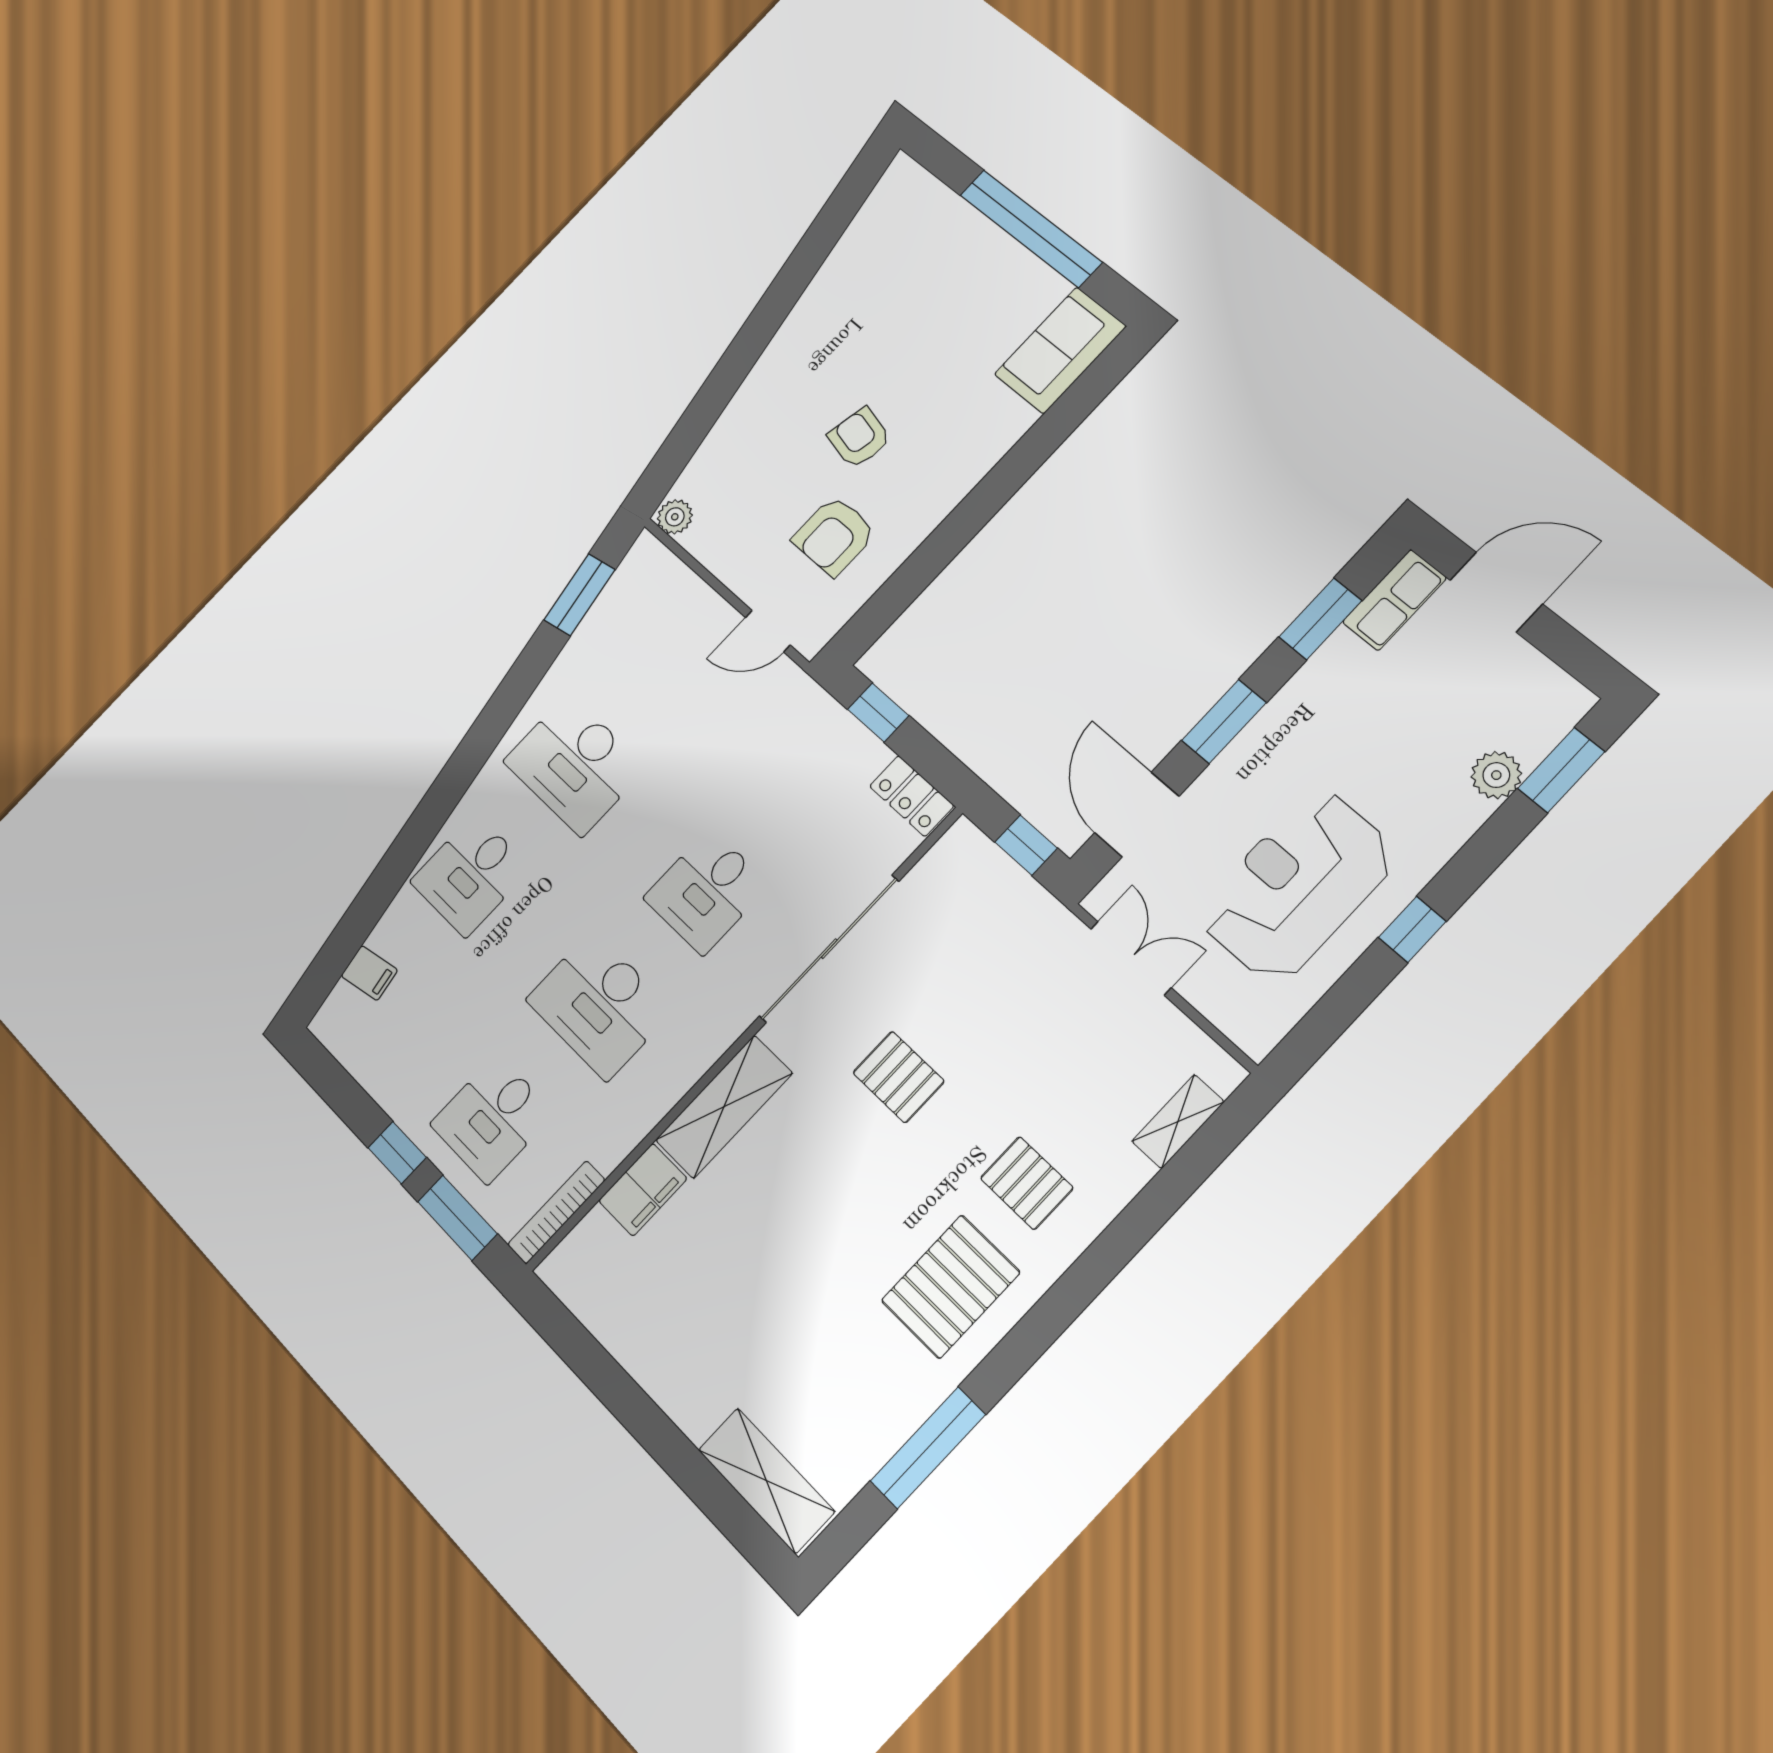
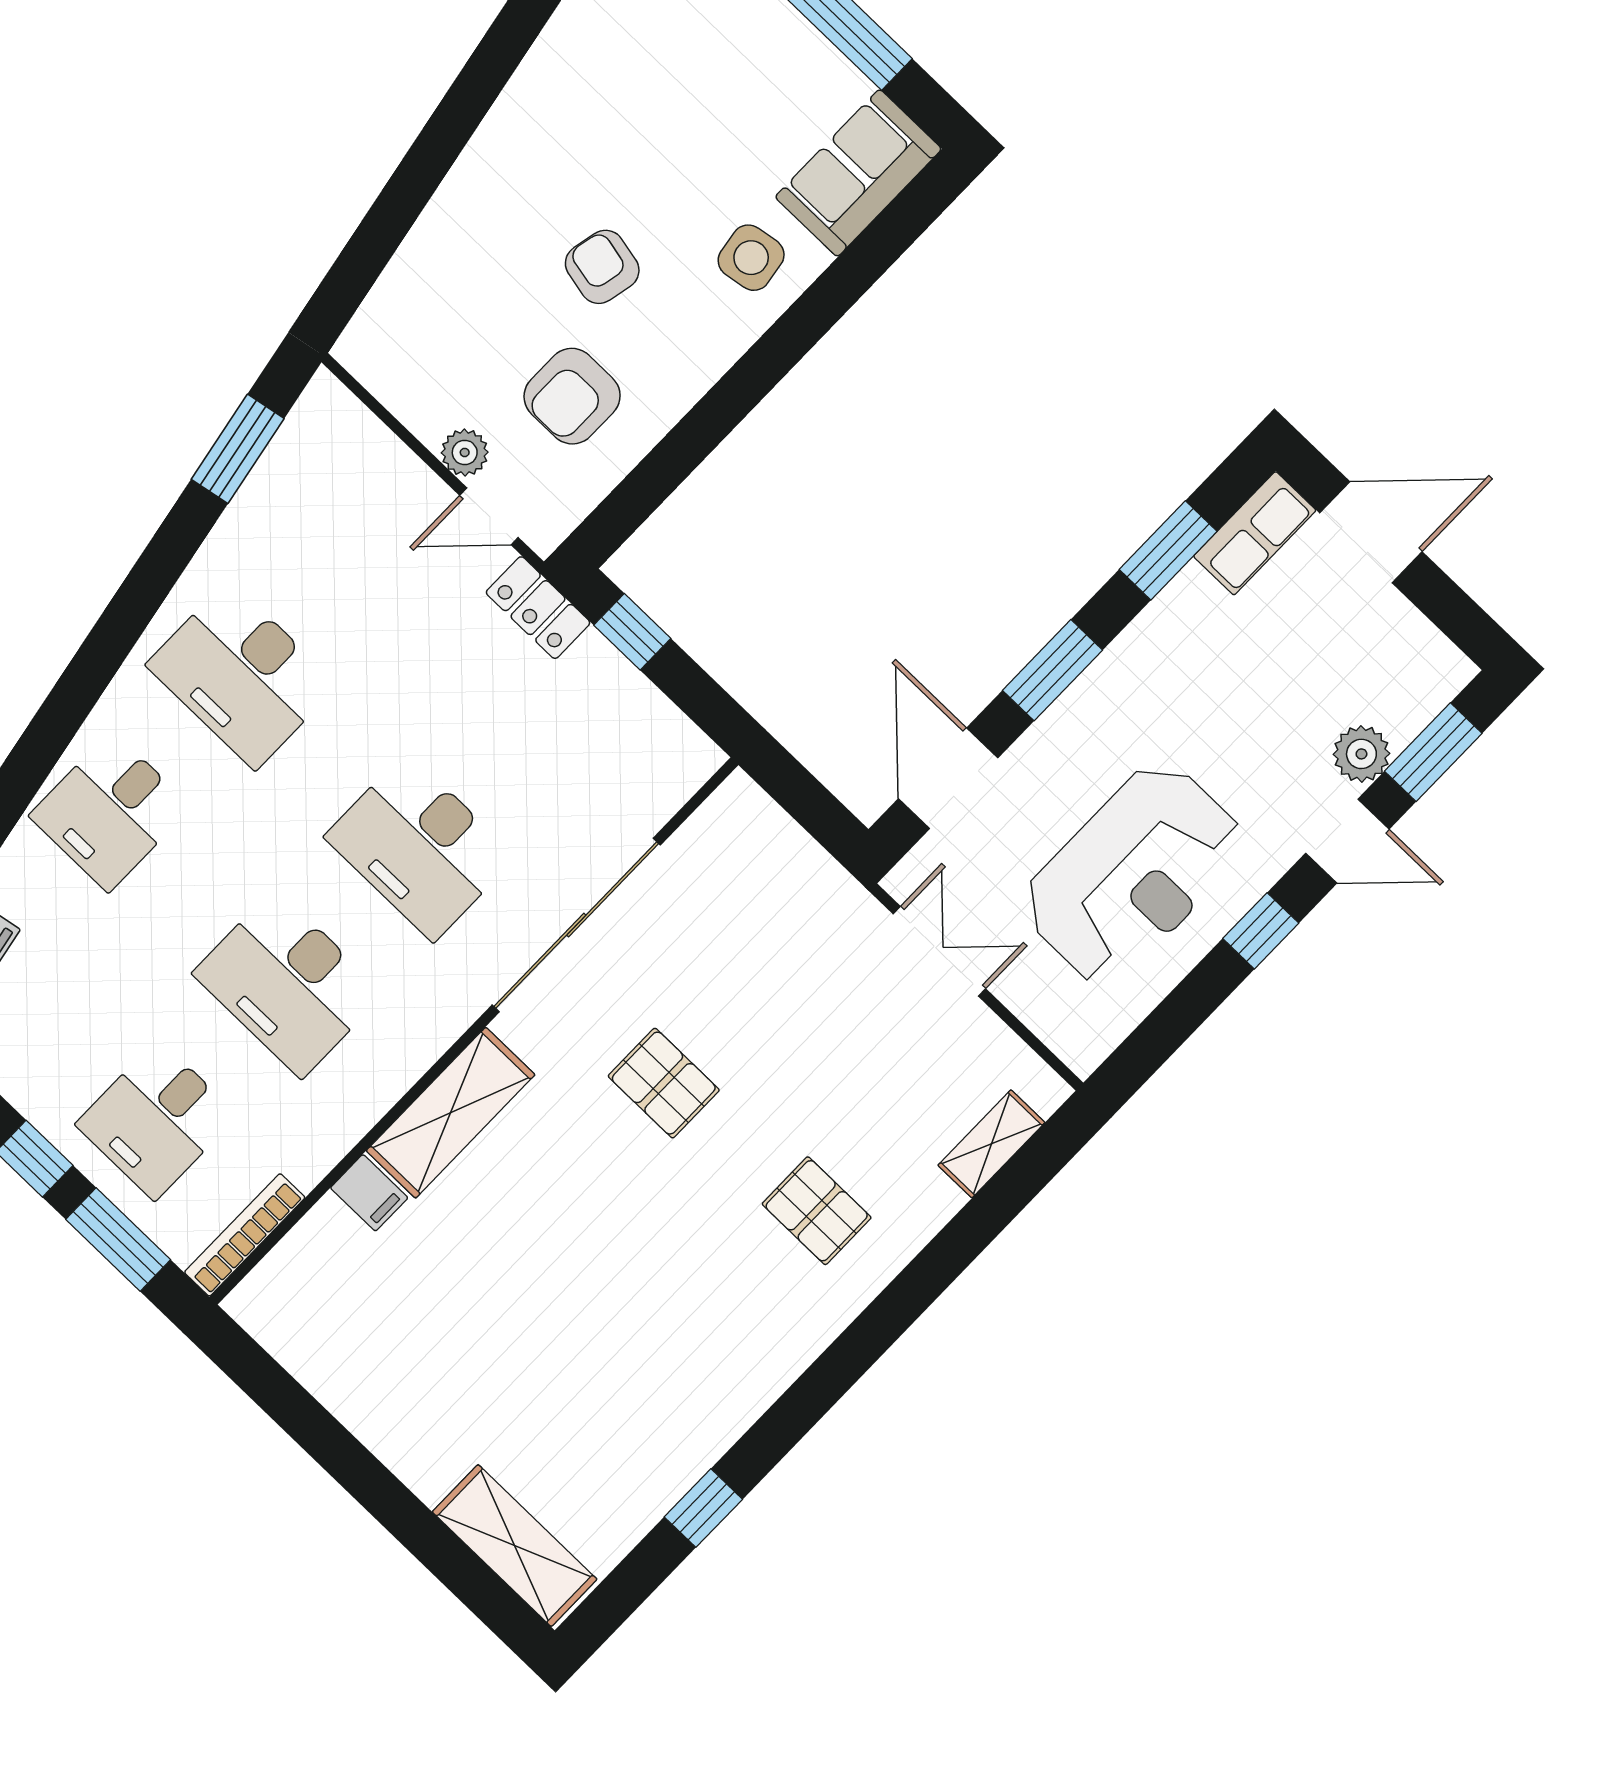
side table: (975, 421) -> (751, 258), added
plant: (675, 517) -> (465, 453), moved
locker: (912, 796) -> (538, 608), moved
window: (1026, 845) -> (816, 809), removed
door: (1487, 849) -> (1347, 841), added
reception desk: (1297, 886) -> (1133, 874), turned 180
desk: (706, 891) -> (420, 847), width x1.37
filing cabinet: (643, 1190) -> (369, 1193), width x0.50
pallet: (951, 1287) -> (728, 1328), removed
window: (928, 1448) -> (703, 1508), width x0.46

